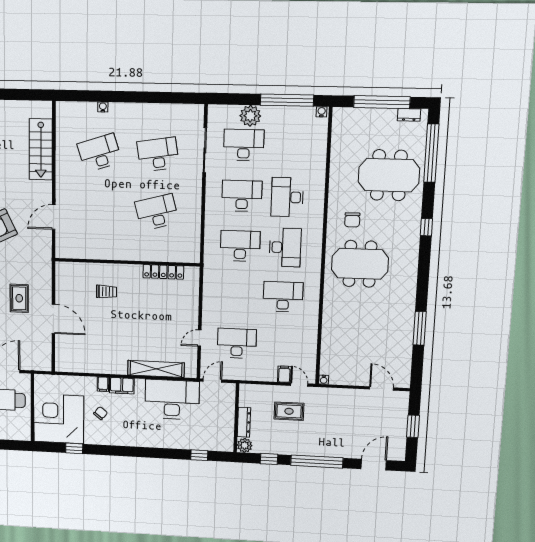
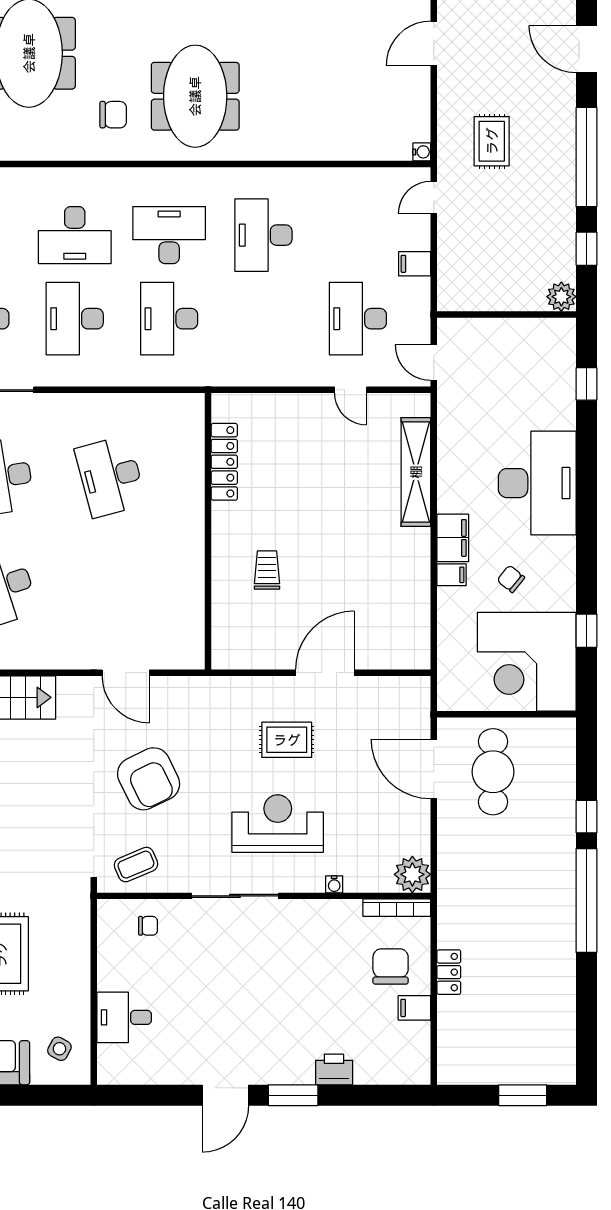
filing cabinet: (284, 374) -> (415, 264), moved
desk: (172, 399) -> (537, 483), moved, turned 180
rug: (289, 411) -> (492, 141), moved
dresser: (244, 422) -> (515, 300), removed

